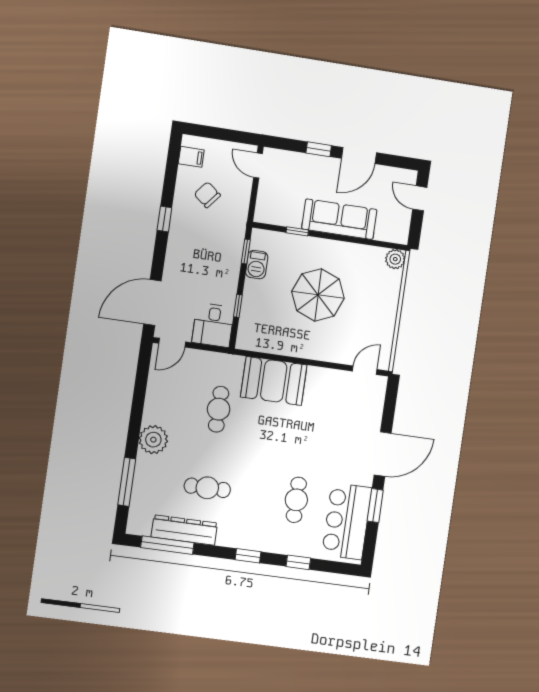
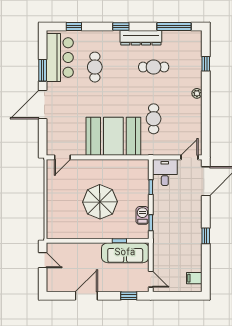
window: (319, 149) -> (129, 296), moved
chair: (207, 195) -> (181, 256), removed
door: (420, 198) -> (43, 260), moved
sofa: (339, 219) -> (125, 253), moved
plant: (395, 259) -> (53, 232), removed
booth: (274, 381) -> (113, 136), width x1.36, depth x1.42
plant: (153, 440) -> (197, 93), width x0.53, depth x0.53
window: (127, 482) -> (206, 64), width x0.46
dresser: (184, 530) -> (141, 38), moved
window: (298, 562) -> (74, 27), moved

